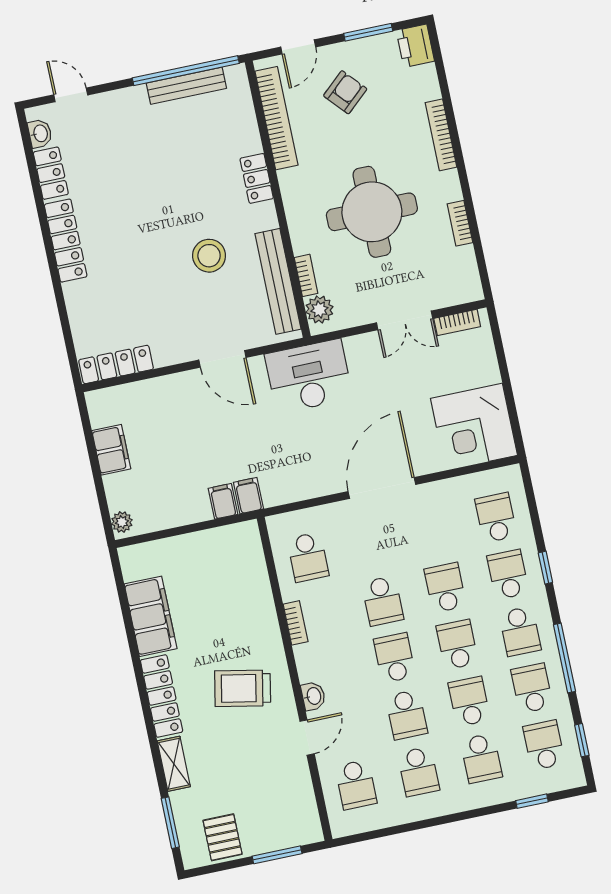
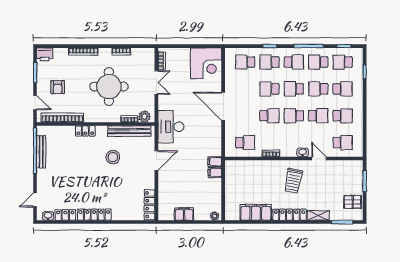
armchair: (345, 92) -> (58, 87), turned -138

